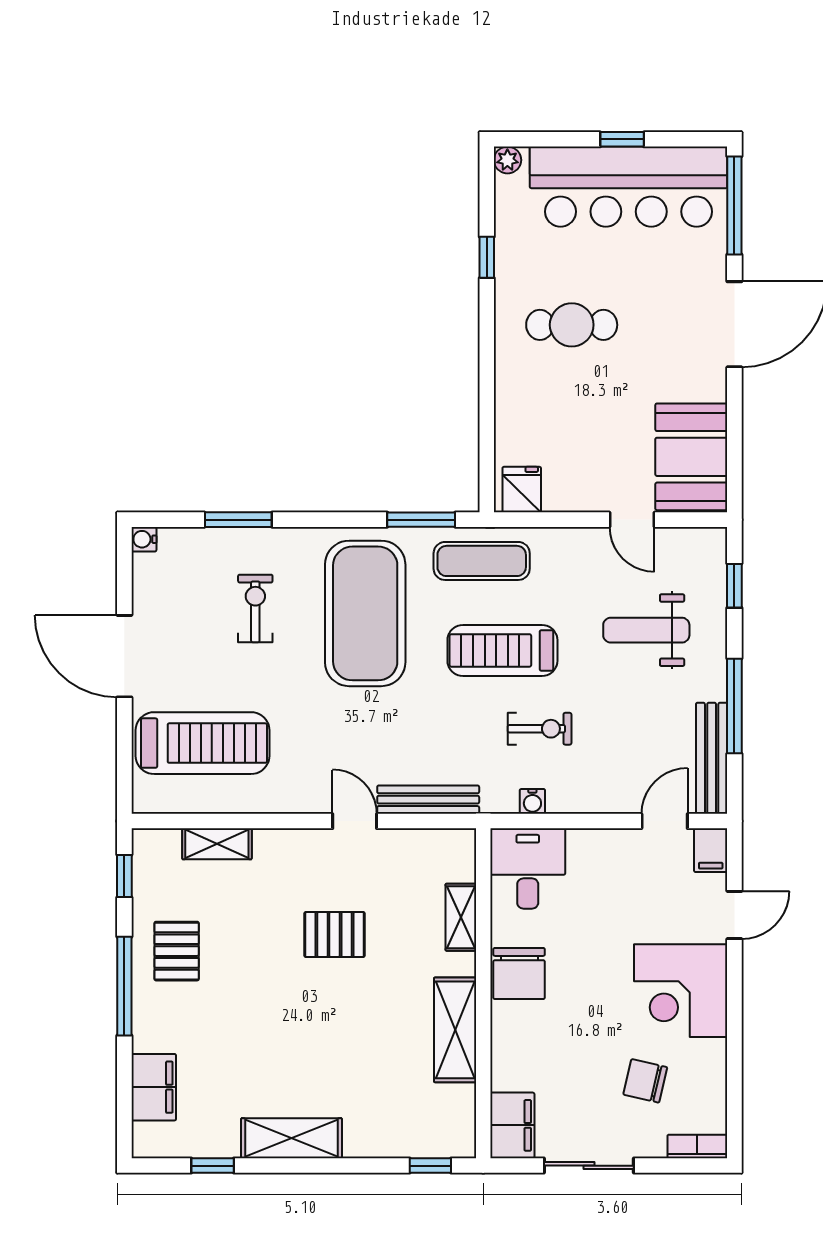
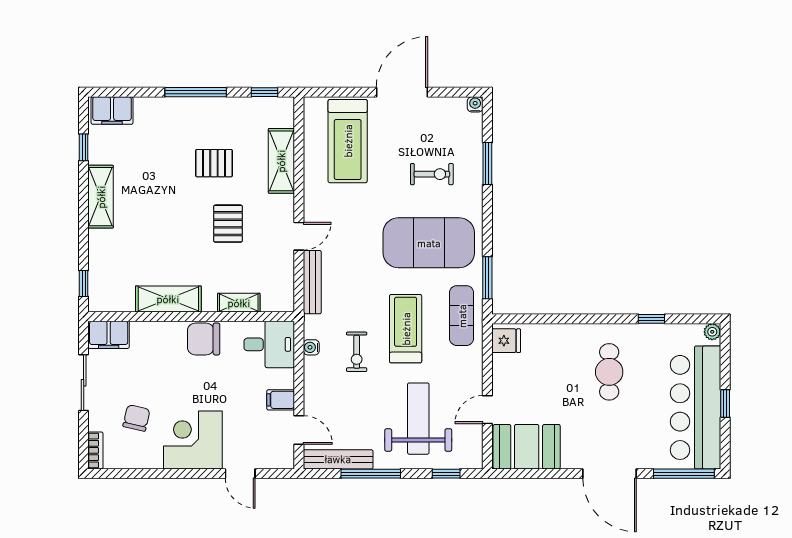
weight bench: (646, 630) -> (418, 419), width x1.36, depth x1.33
shelving: (217, 844) -> (281, 161), width x1.50, depth x1.33
filing cabinet: (711, 850) -> (281, 400), moved
pallet: (177, 951) -> (214, 163), moved
filing cabinet: (154, 1087) -> (112, 111), moved

